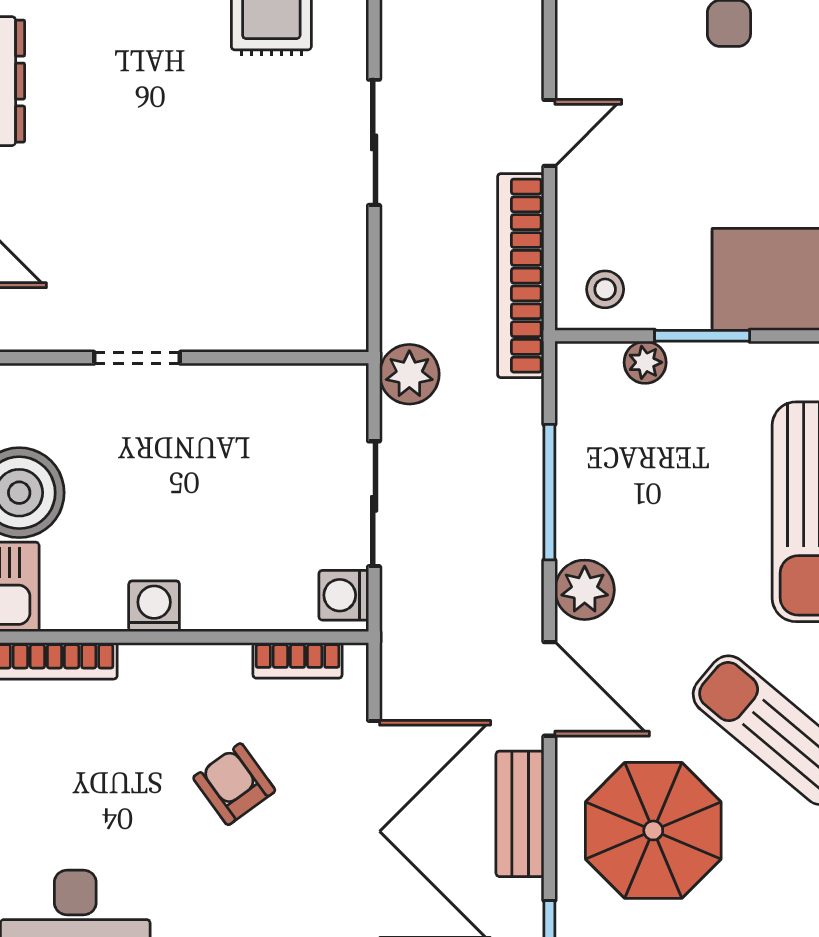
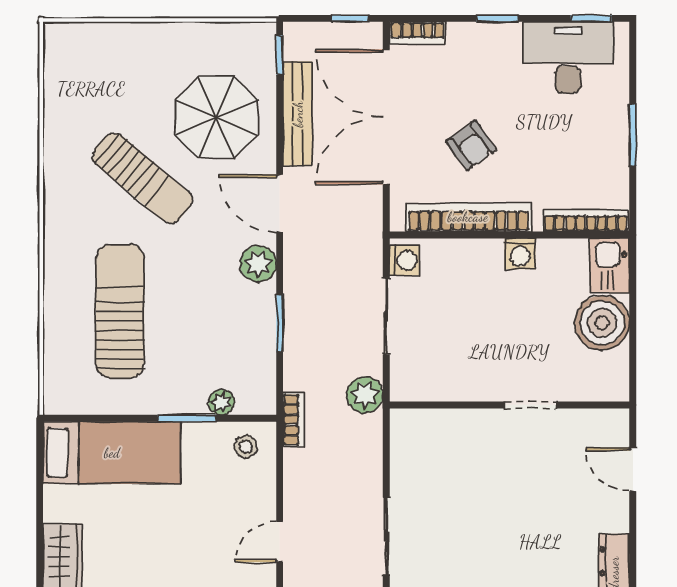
bookcase: (521, 276) -> (294, 420), width x0.43, depth x0.76
window: (549, 492) -> (280, 323), width x0.69
bookcase: (298, 660) -> (468, 217), width x2.31, depth x1.31
bench: (520, 814) -> (298, 114), width x1.36

